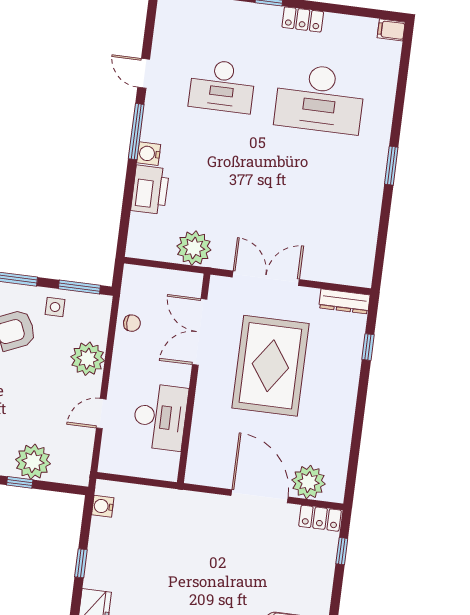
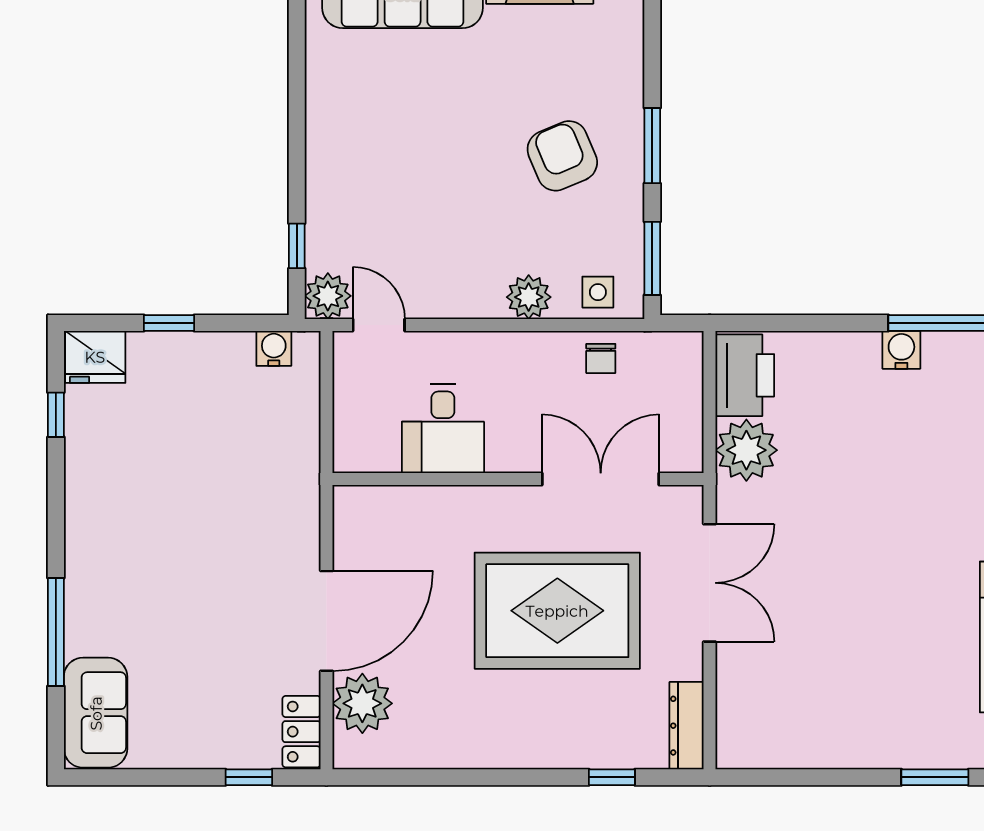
printer: (150, 190) -> (745, 375), moved, turned -90
side table: (55, 307) -> (598, 292), moved
plant: (88, 359) -> (529, 297), width x0.73, depth x0.73
door: (101, 414) -> (379, 325), moved
desk: (160, 417) -> (443, 429), width x0.73
plant: (33, 462) -> (328, 296), moved, width x0.73, depth x0.73
window: (20, 482) -> (297, 246), moved

